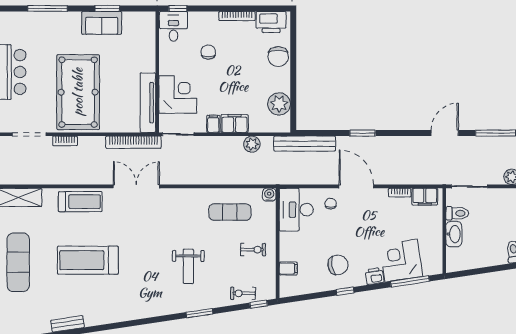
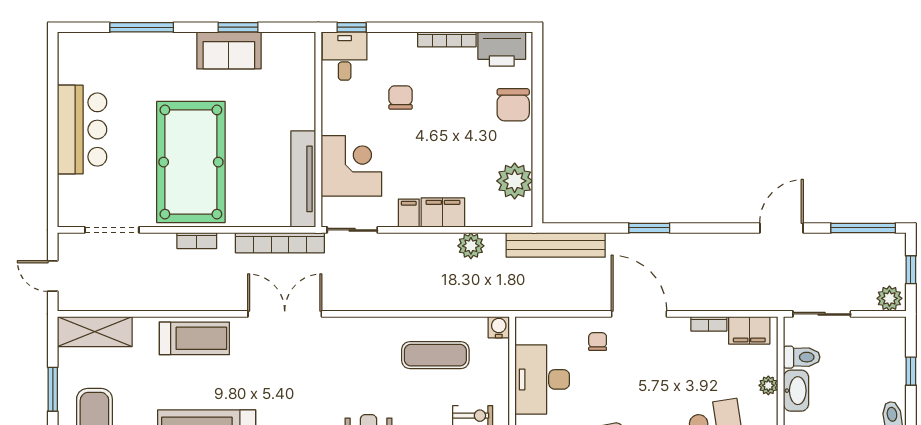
bookcase: (65, 141) -> (197, 241), moved
desk: (296, 210) -> (542, 379), moved
plant: (437, 231) -> (768, 385), added

